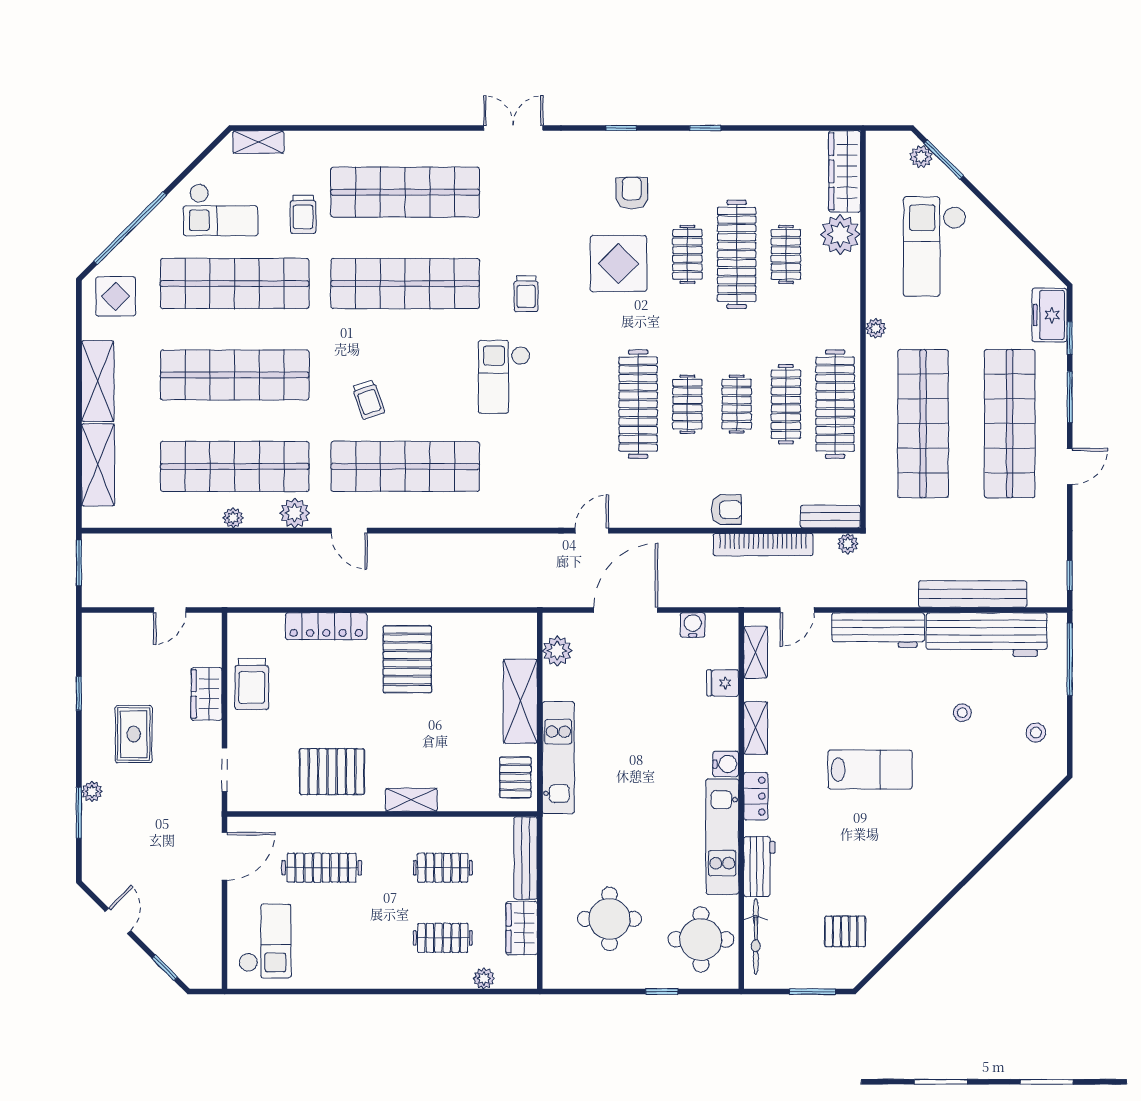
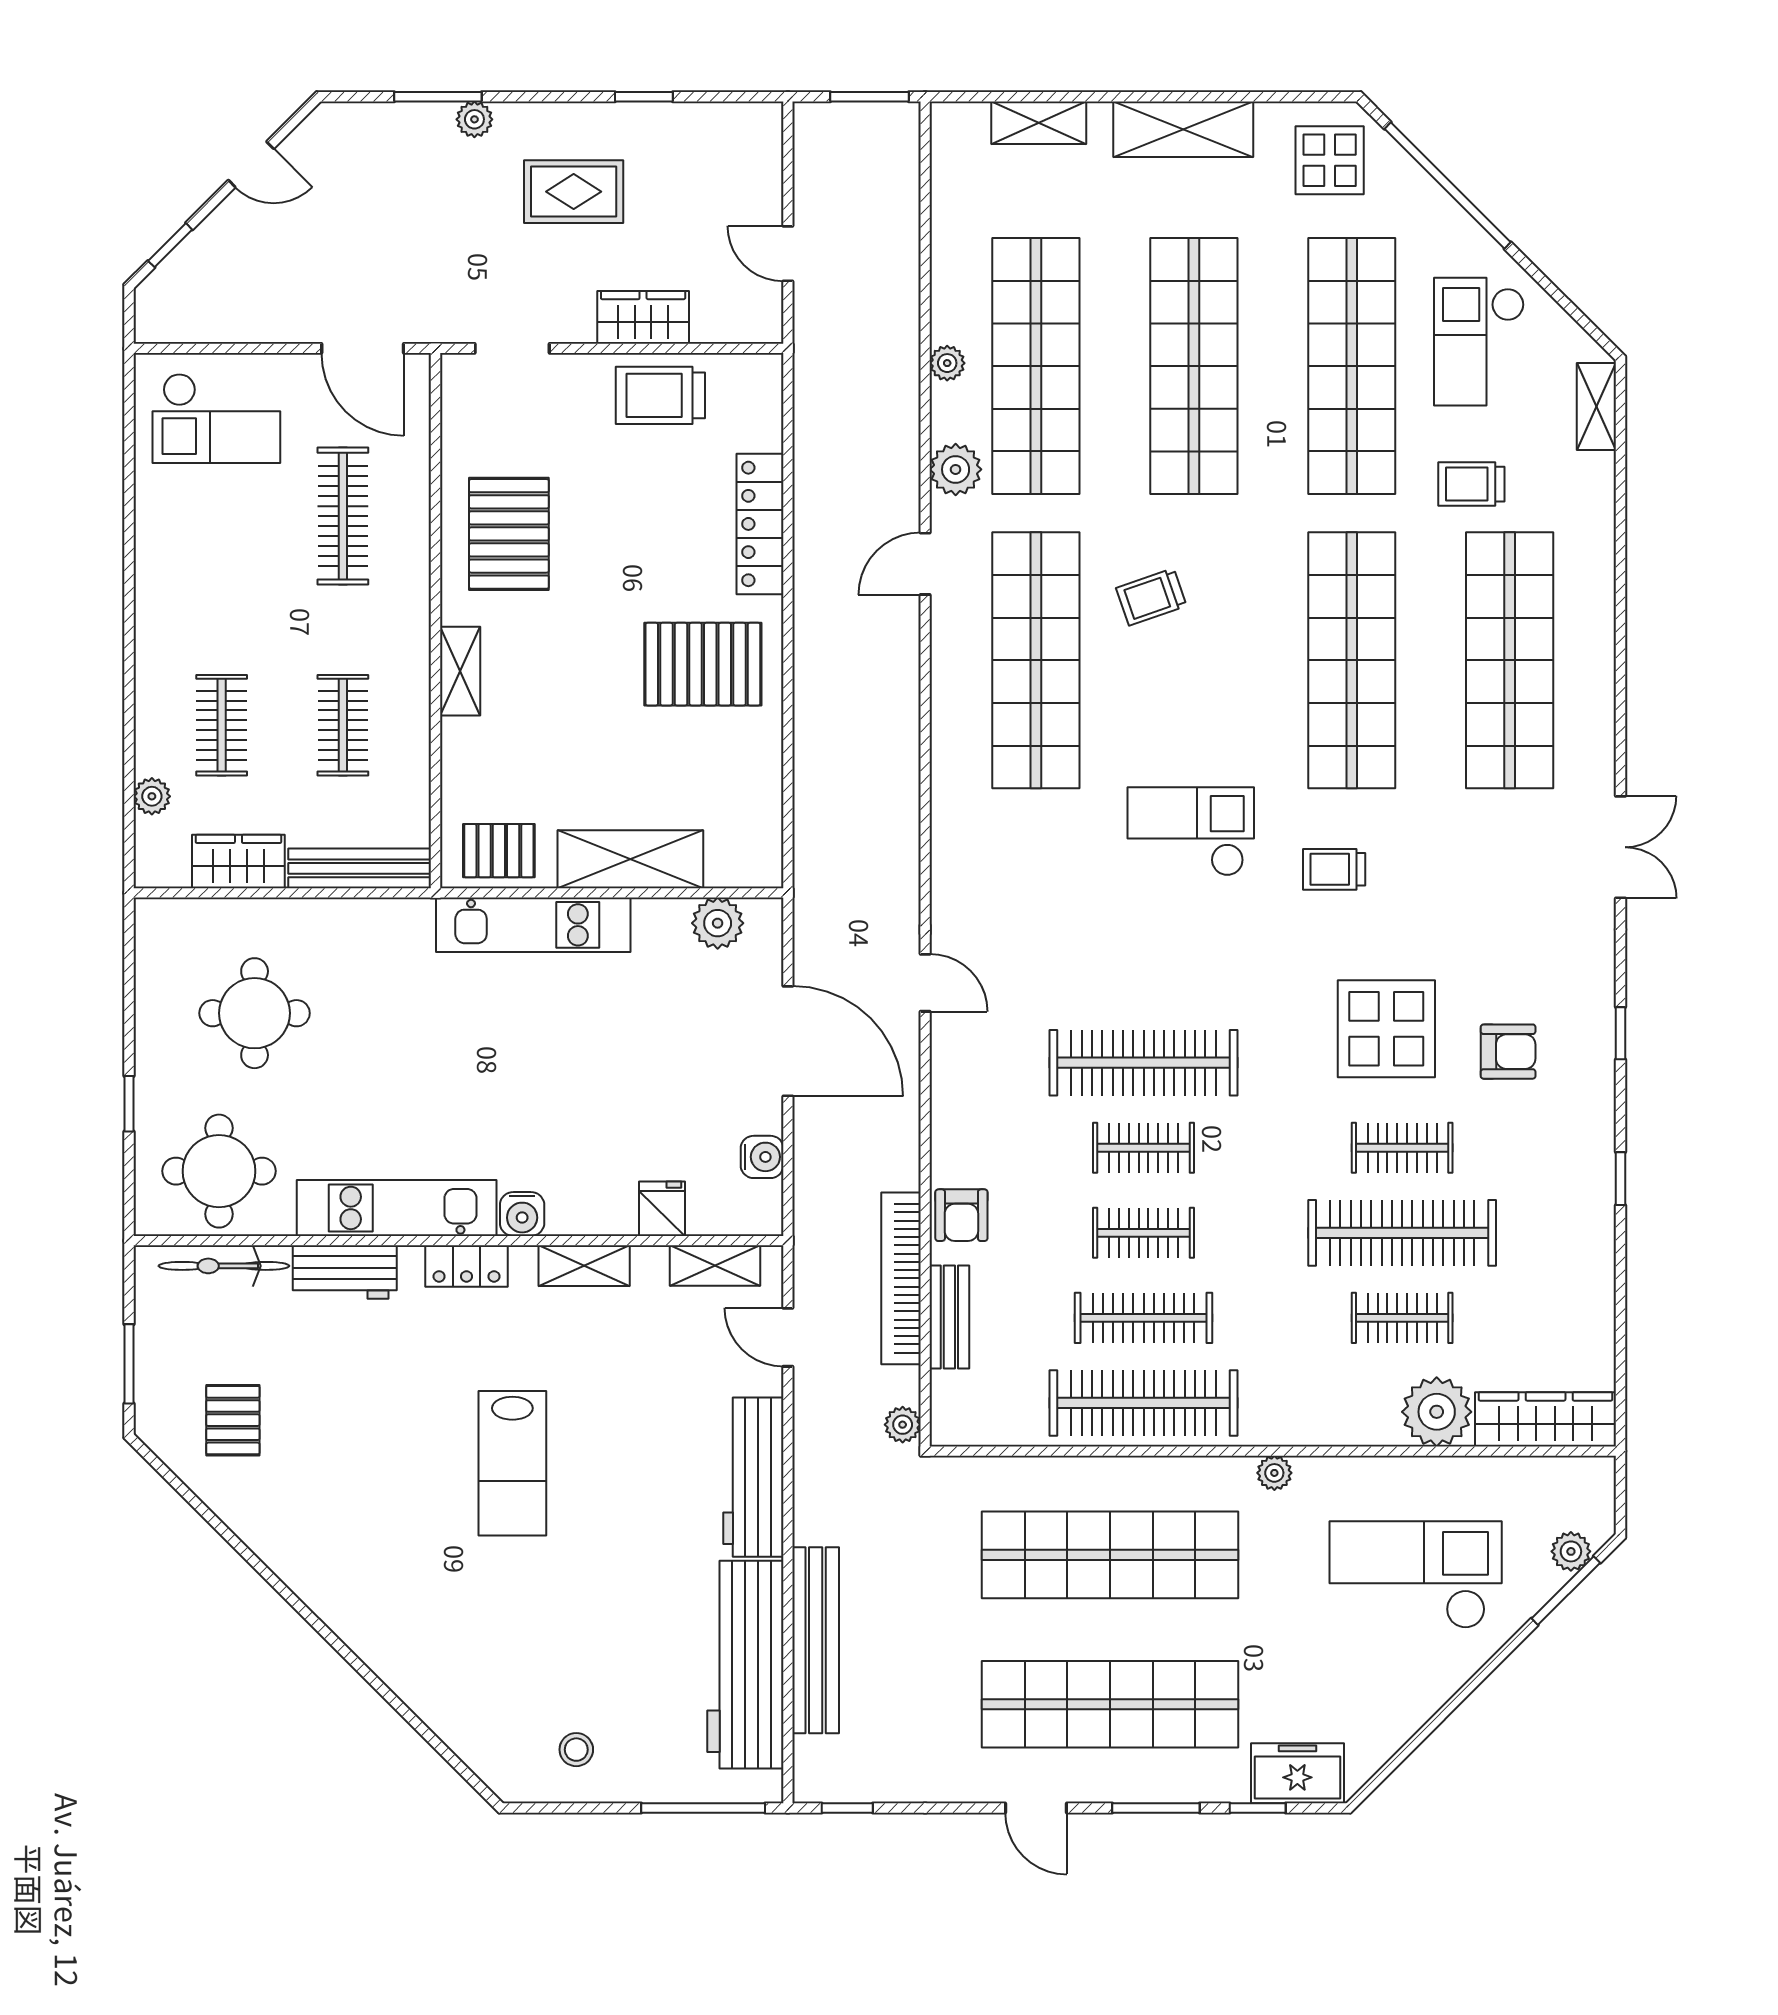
shelving: (98, 465) -> (1039, 123), width x0.67, depth x0.75
bench: (830, 517) -> (949, 1317), moved
stool: (962, 713) -> (611, 1623), removed

